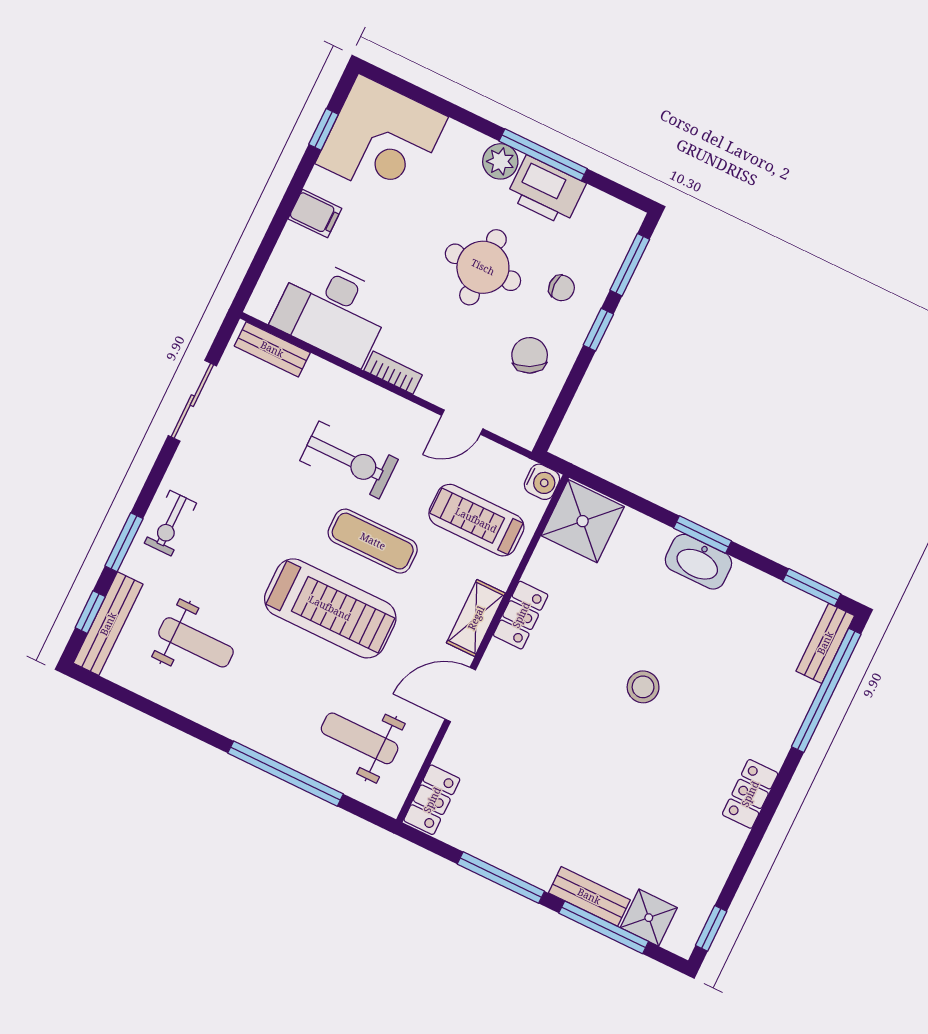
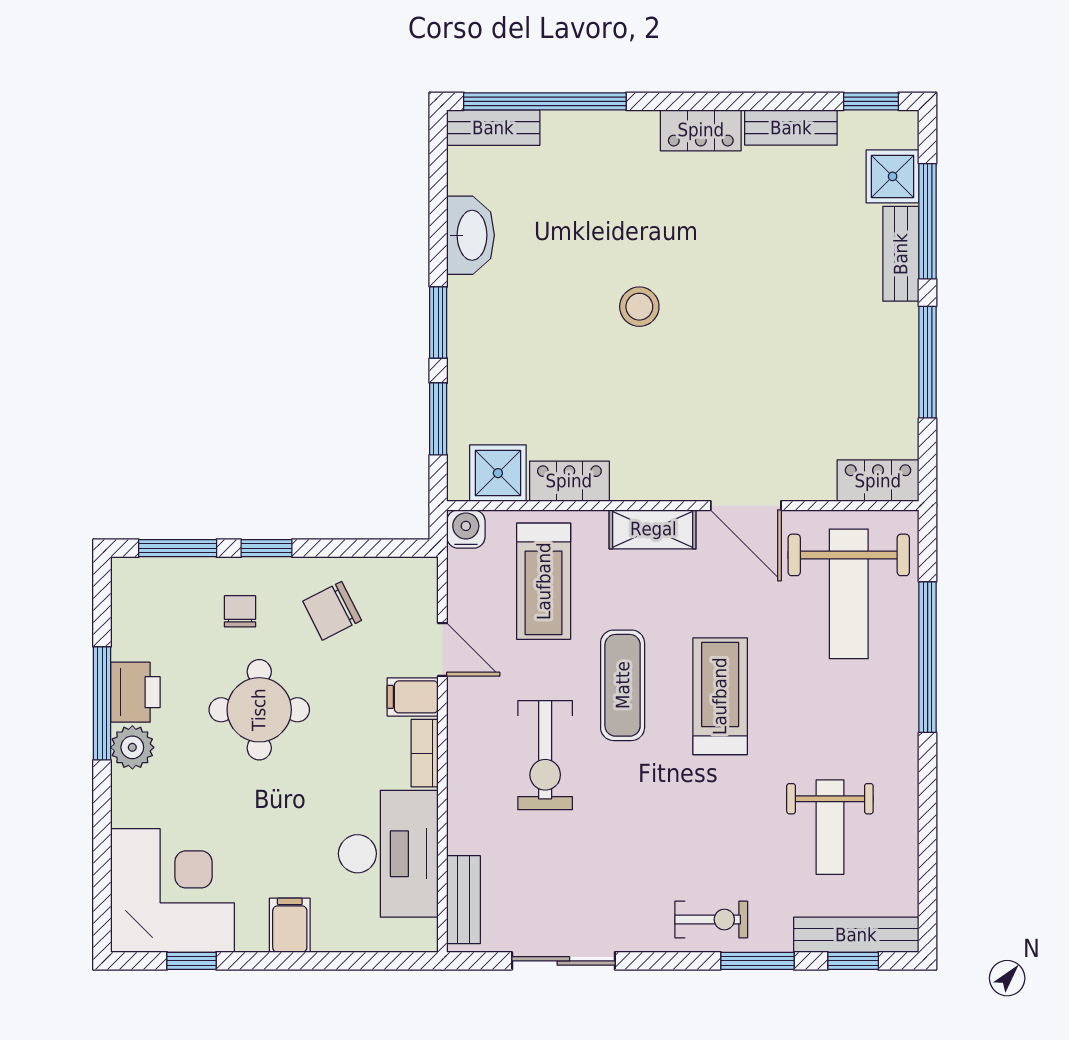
printer: (546, 191) -> (135, 692), width x0.73, depth x0.84
filing cabinet: (438, 384) -> (413, 697), added
exercise bike: (349, 460) -> (545, 755), turned 180
shower: (583, 521) -> (498, 473), width x0.73, depth x0.73
washbasin: (698, 562) -> (471, 235), moved
window: (812, 587) -> (438, 419), moved
treadmill: (330, 608) -> (720, 696), width x0.73, depth x0.73
locker: (521, 615) -> (569, 481), moved
weight bench: (196, 642) -> (830, 827), turned 180
weight bench: (360, 738) -> (849, 594), width x1.36, depth x1.33
bench: (720, 861) -> (791, 128), added

